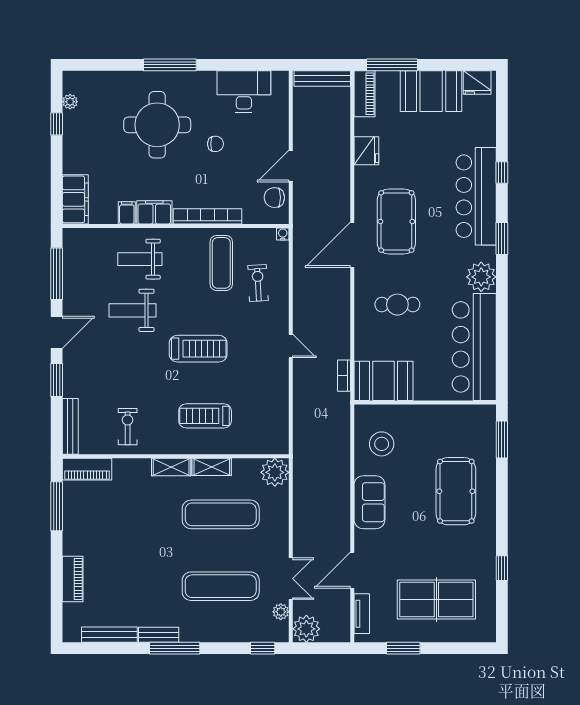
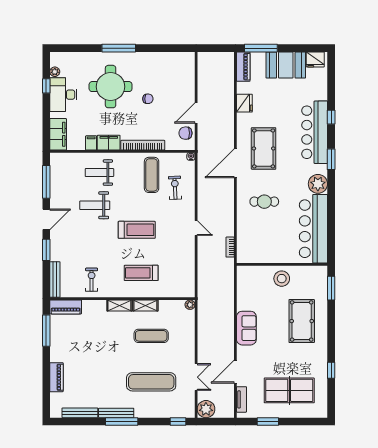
bench: (322, 78) -> (216, 57), removed
desk: (244, 92) -> (63, 95), moved, turned -90
booth: (383, 381) -> (255, 250), removed
stool: (382, 444) -> (282, 279), moved
plant: (275, 472) -> (190, 305), width x0.53, depth x0.53
exercise mat: (221, 514) -> (151, 336), width x0.73, depth x0.69
plant: (281, 612) -> (190, 398), removed
bench: (159, 635) -> (116, 413), width x1.36

